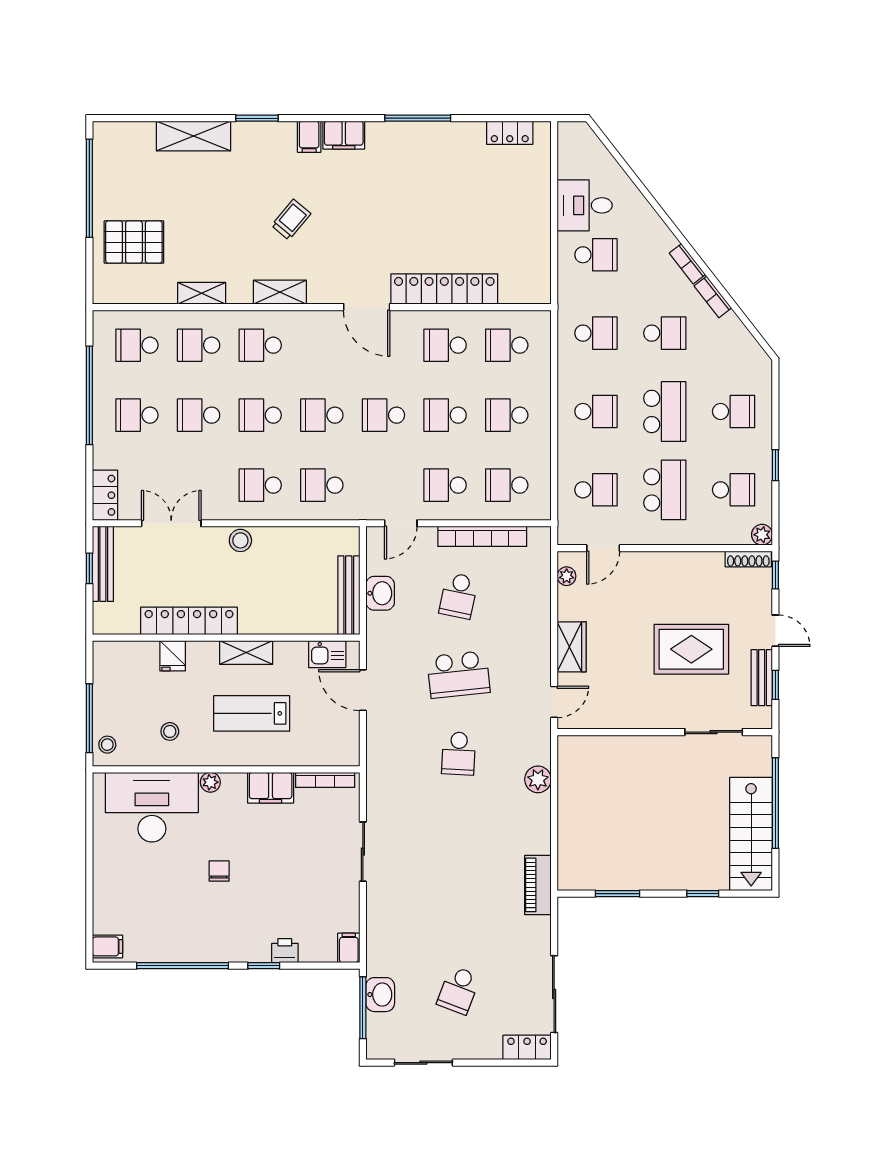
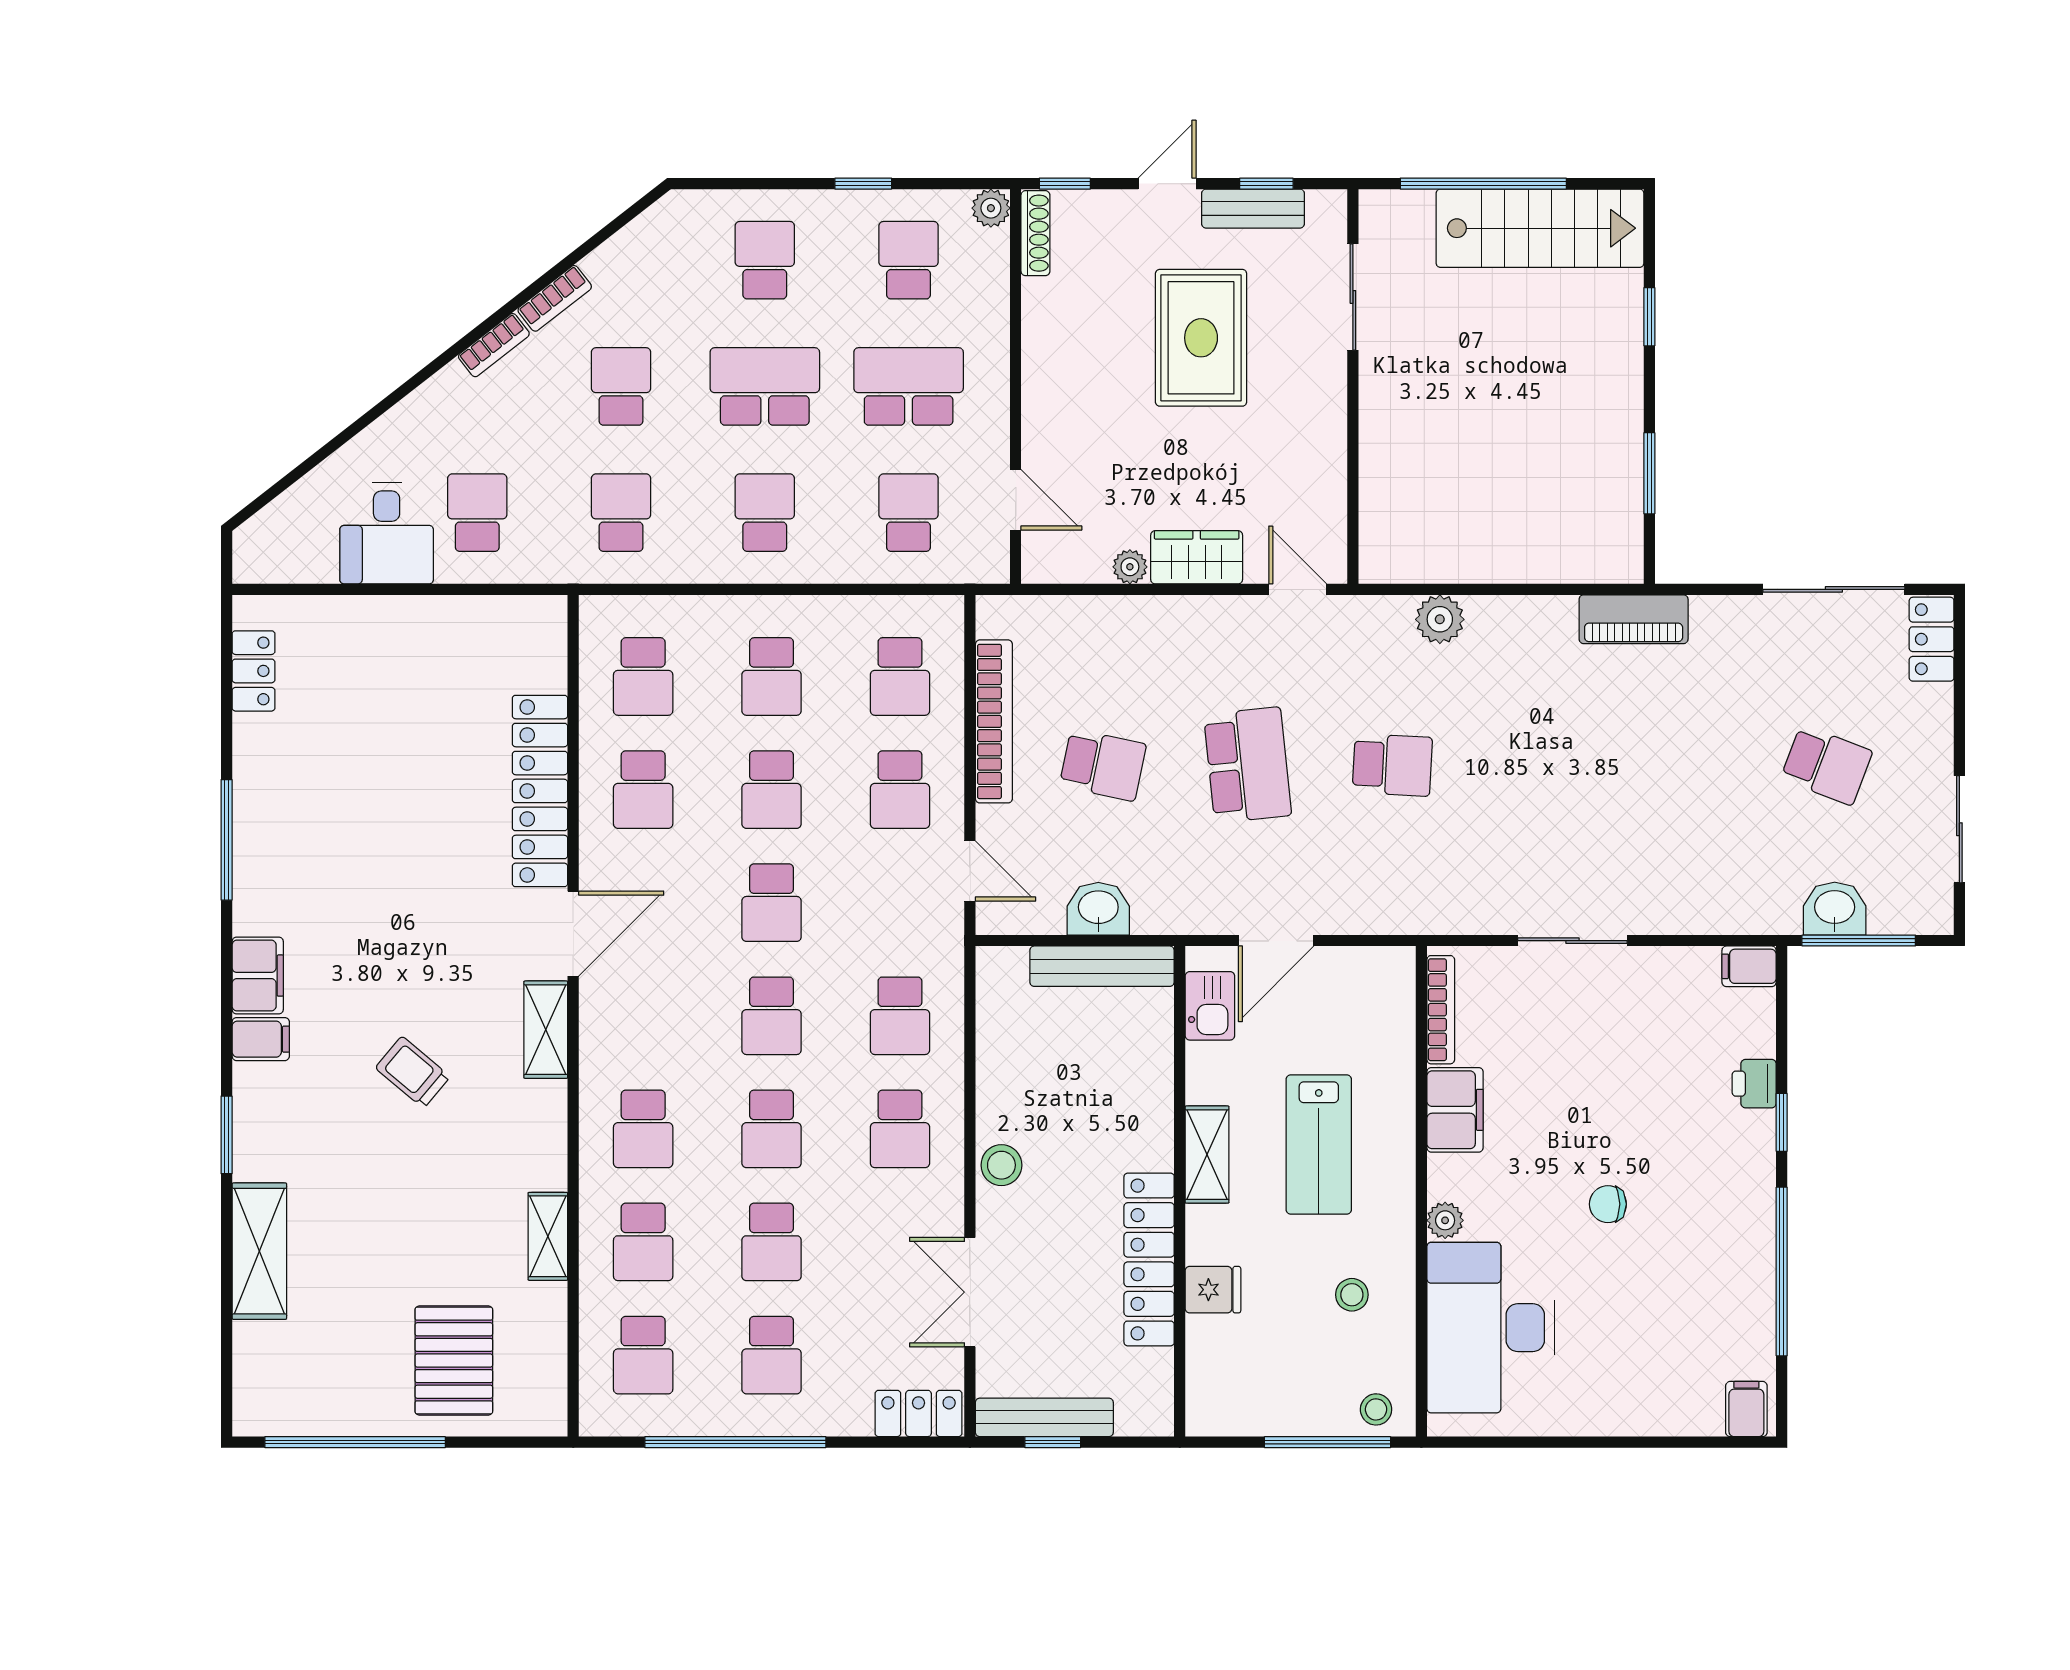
shelving: (280, 292) -> (546, 1030), moved
plant: (567, 576) -> (1130, 567), moved

